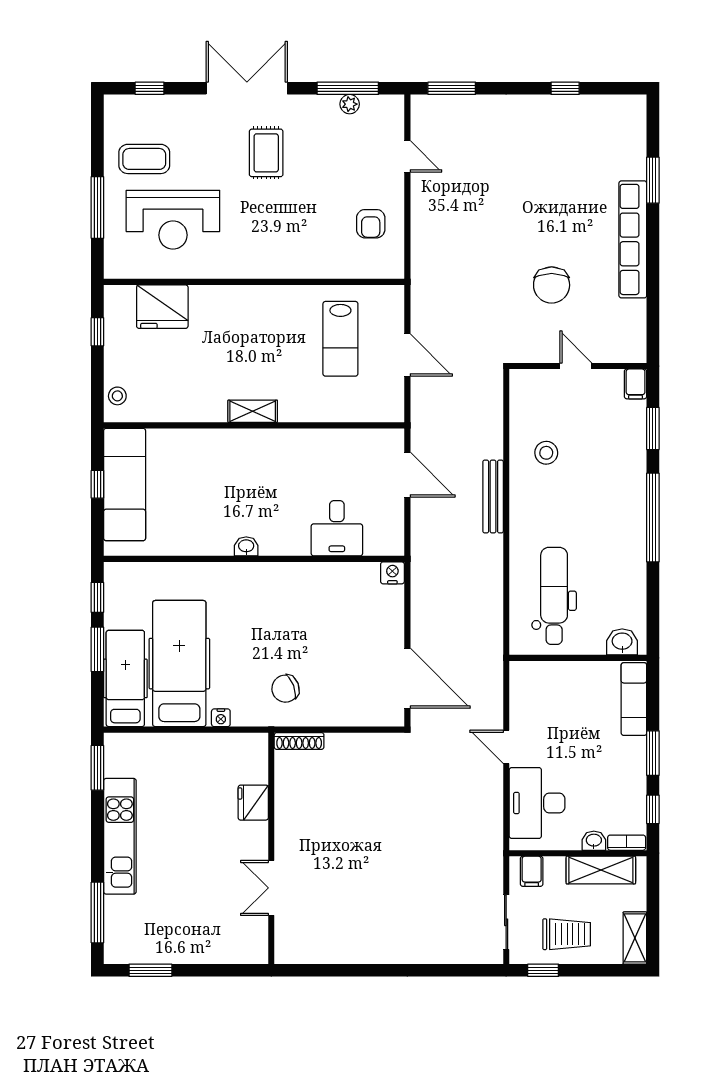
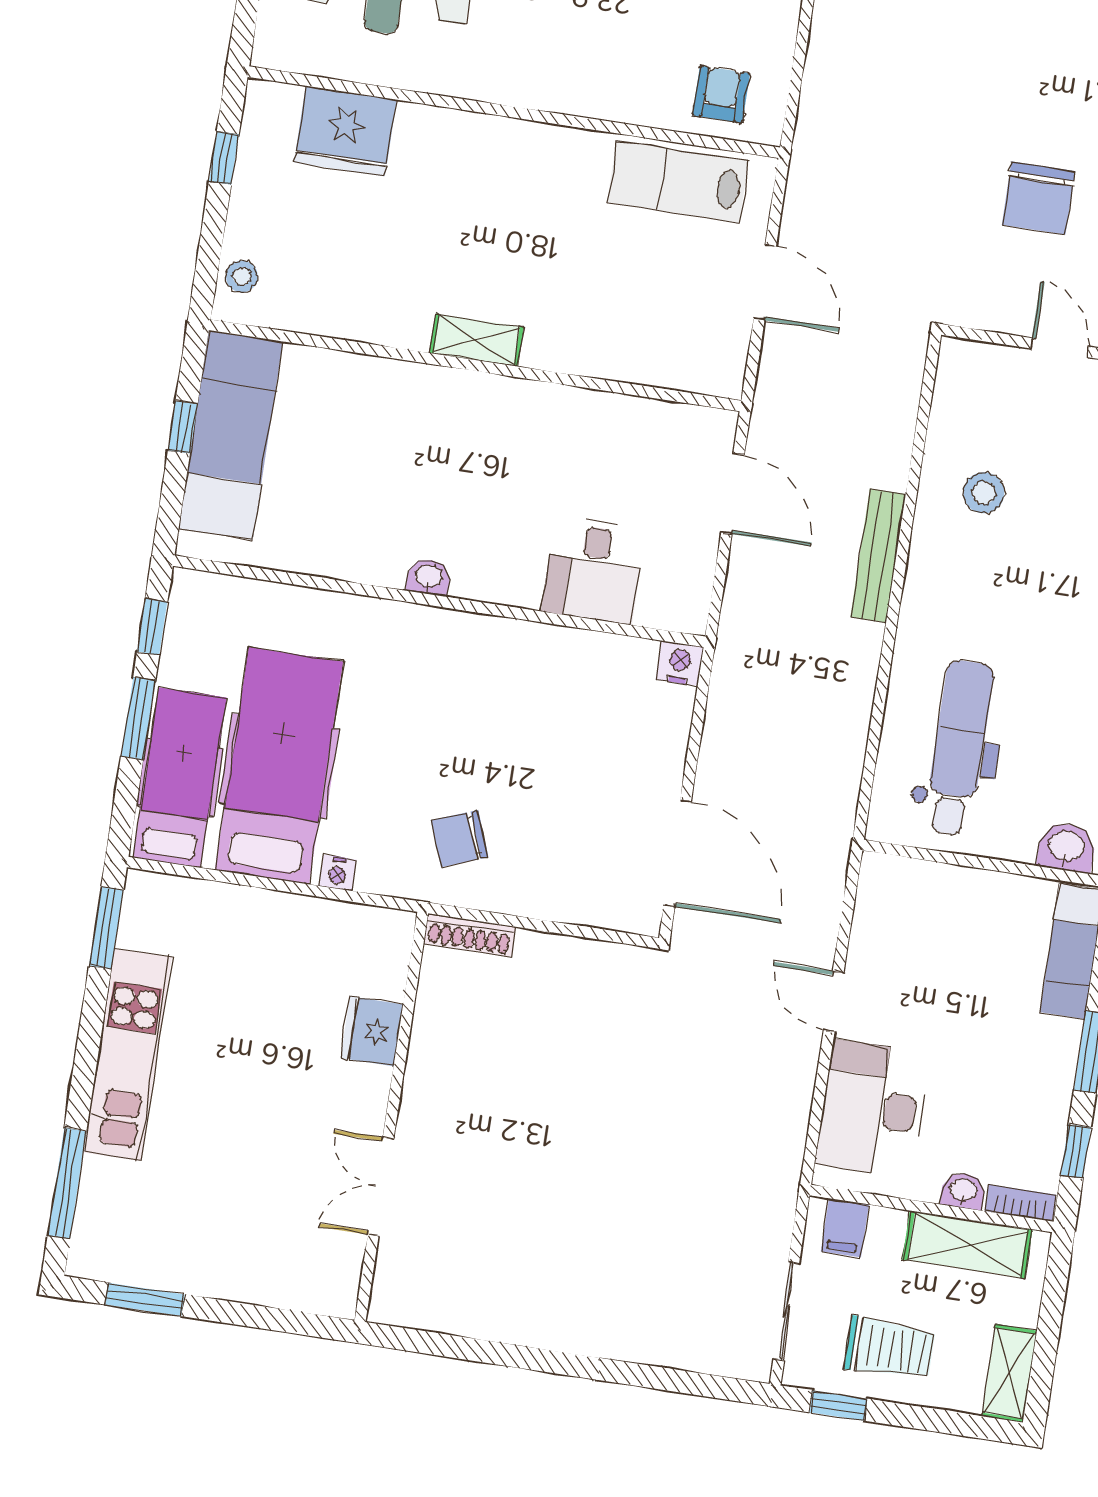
armchair: (371, 224) -> (721, 94), moved, turned 180
lab bench: (340, 339) -> (678, 182), moved, turned 90

